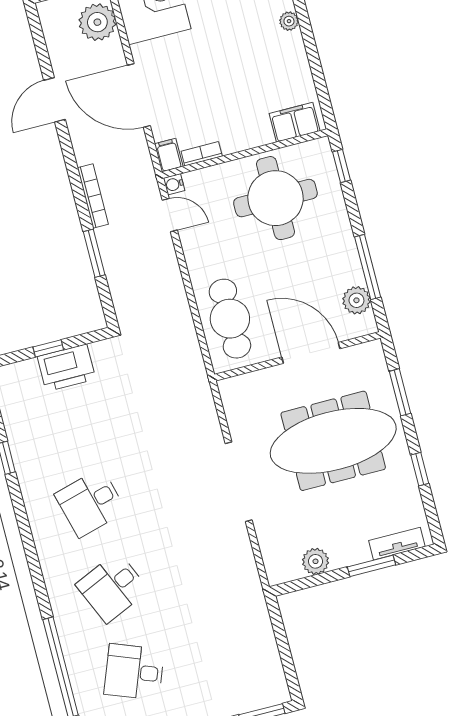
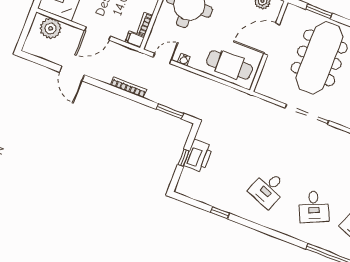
door: (139, 95) -> (98, 34), width x0.73
water cooler: (174, 184) -> (184, 60), moved
window: (94, 253) -> (170, 111), moved
desk: (90, 503) -> (268, 189), turned 36

